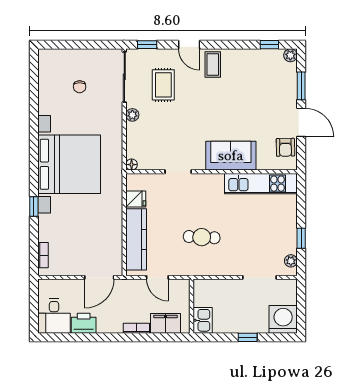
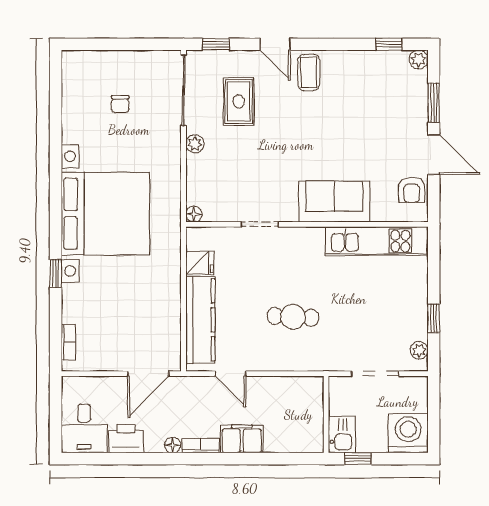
wall: (191, 306) -> (326, 414), moved
kitchen sink: (203, 320) -> (342, 434), moved
floor lamp: (117, 328) -> (173, 445), added

